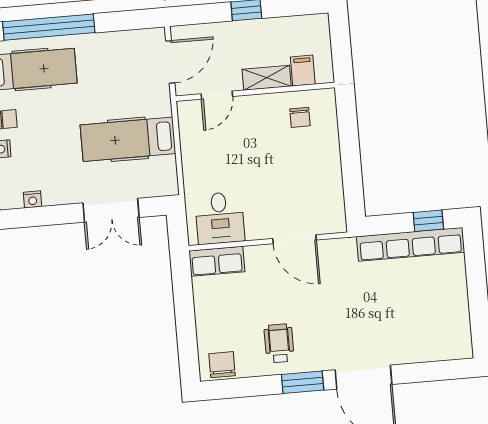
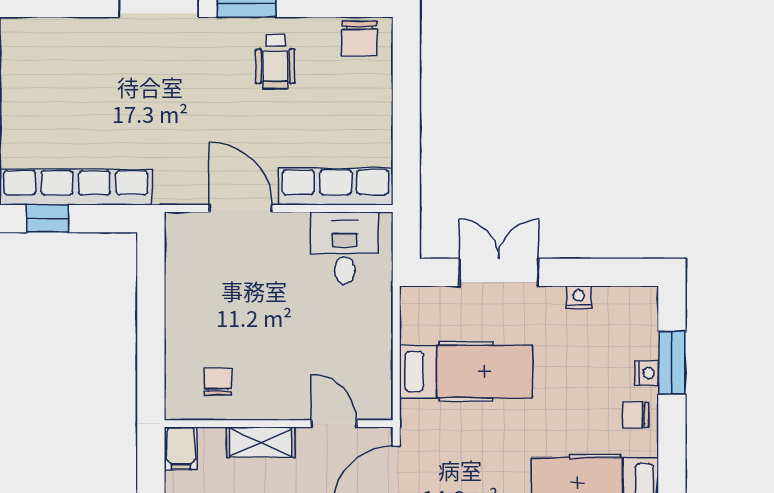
filing cabinet: (303, 71) -> (181, 448), moved
door: (217, 95) -> (334, 424), hinge flipped
nightstand: (33, 199) -> (579, 297), moved
row of seats: (217, 261) -> (336, 187), width x1.48

